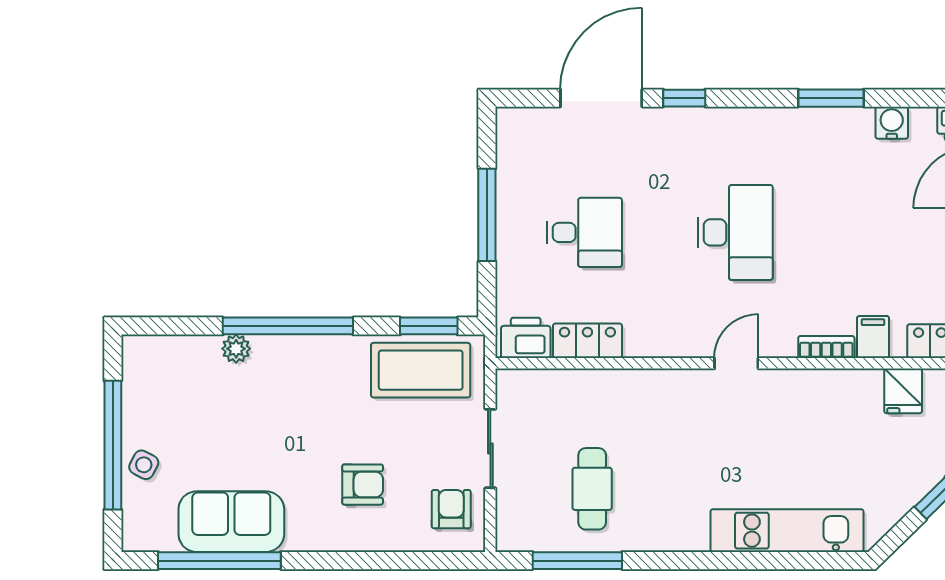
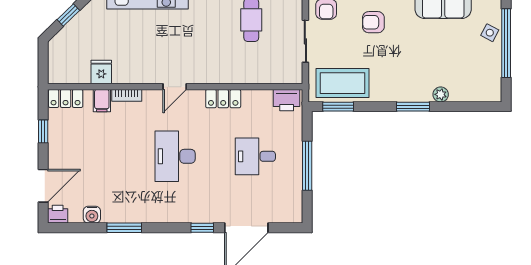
window: (288, 326) -> (413, 107), width x0.47
locker: (587, 341) -> (223, 99), moved
fridge: (903, 391) -> (101, 72), moved

